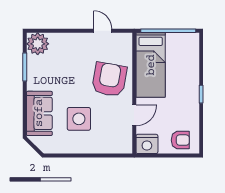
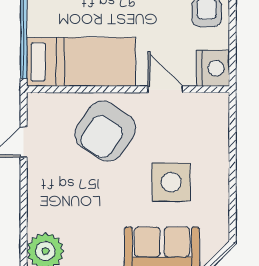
armchair: (109, 79) -> (105, 131), turned -66

